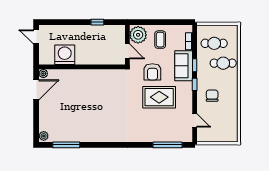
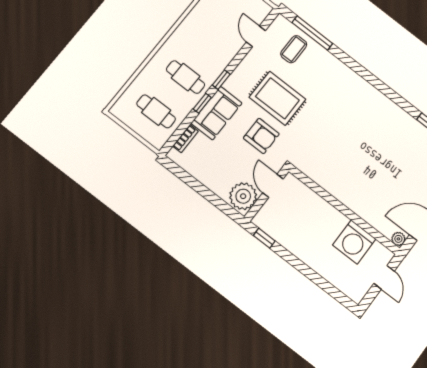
window: (97, 22) -> (264, 238), moved
door: (36, 37) -> (384, 277), moved
coffee table: (160, 40) -> (294, 49), moved
cafe table: (223, 63) -> (186, 77), moved
armchair: (152, 72) -> (261, 136), turned 90
chair: (212, 96) -> (211, 49), removed

